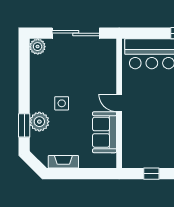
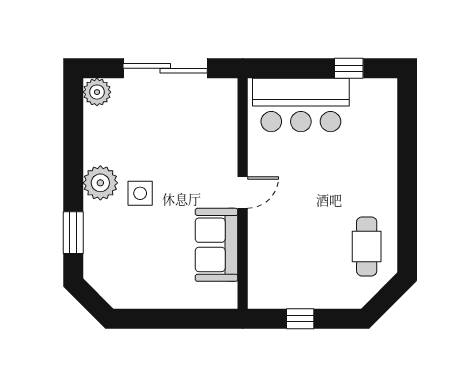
door: (119, 103) -> (243, 193), swing flipped
plant: (39, 122) -> (100, 183), moved
fireplace: (63, 162) -> (143, 297), removed

